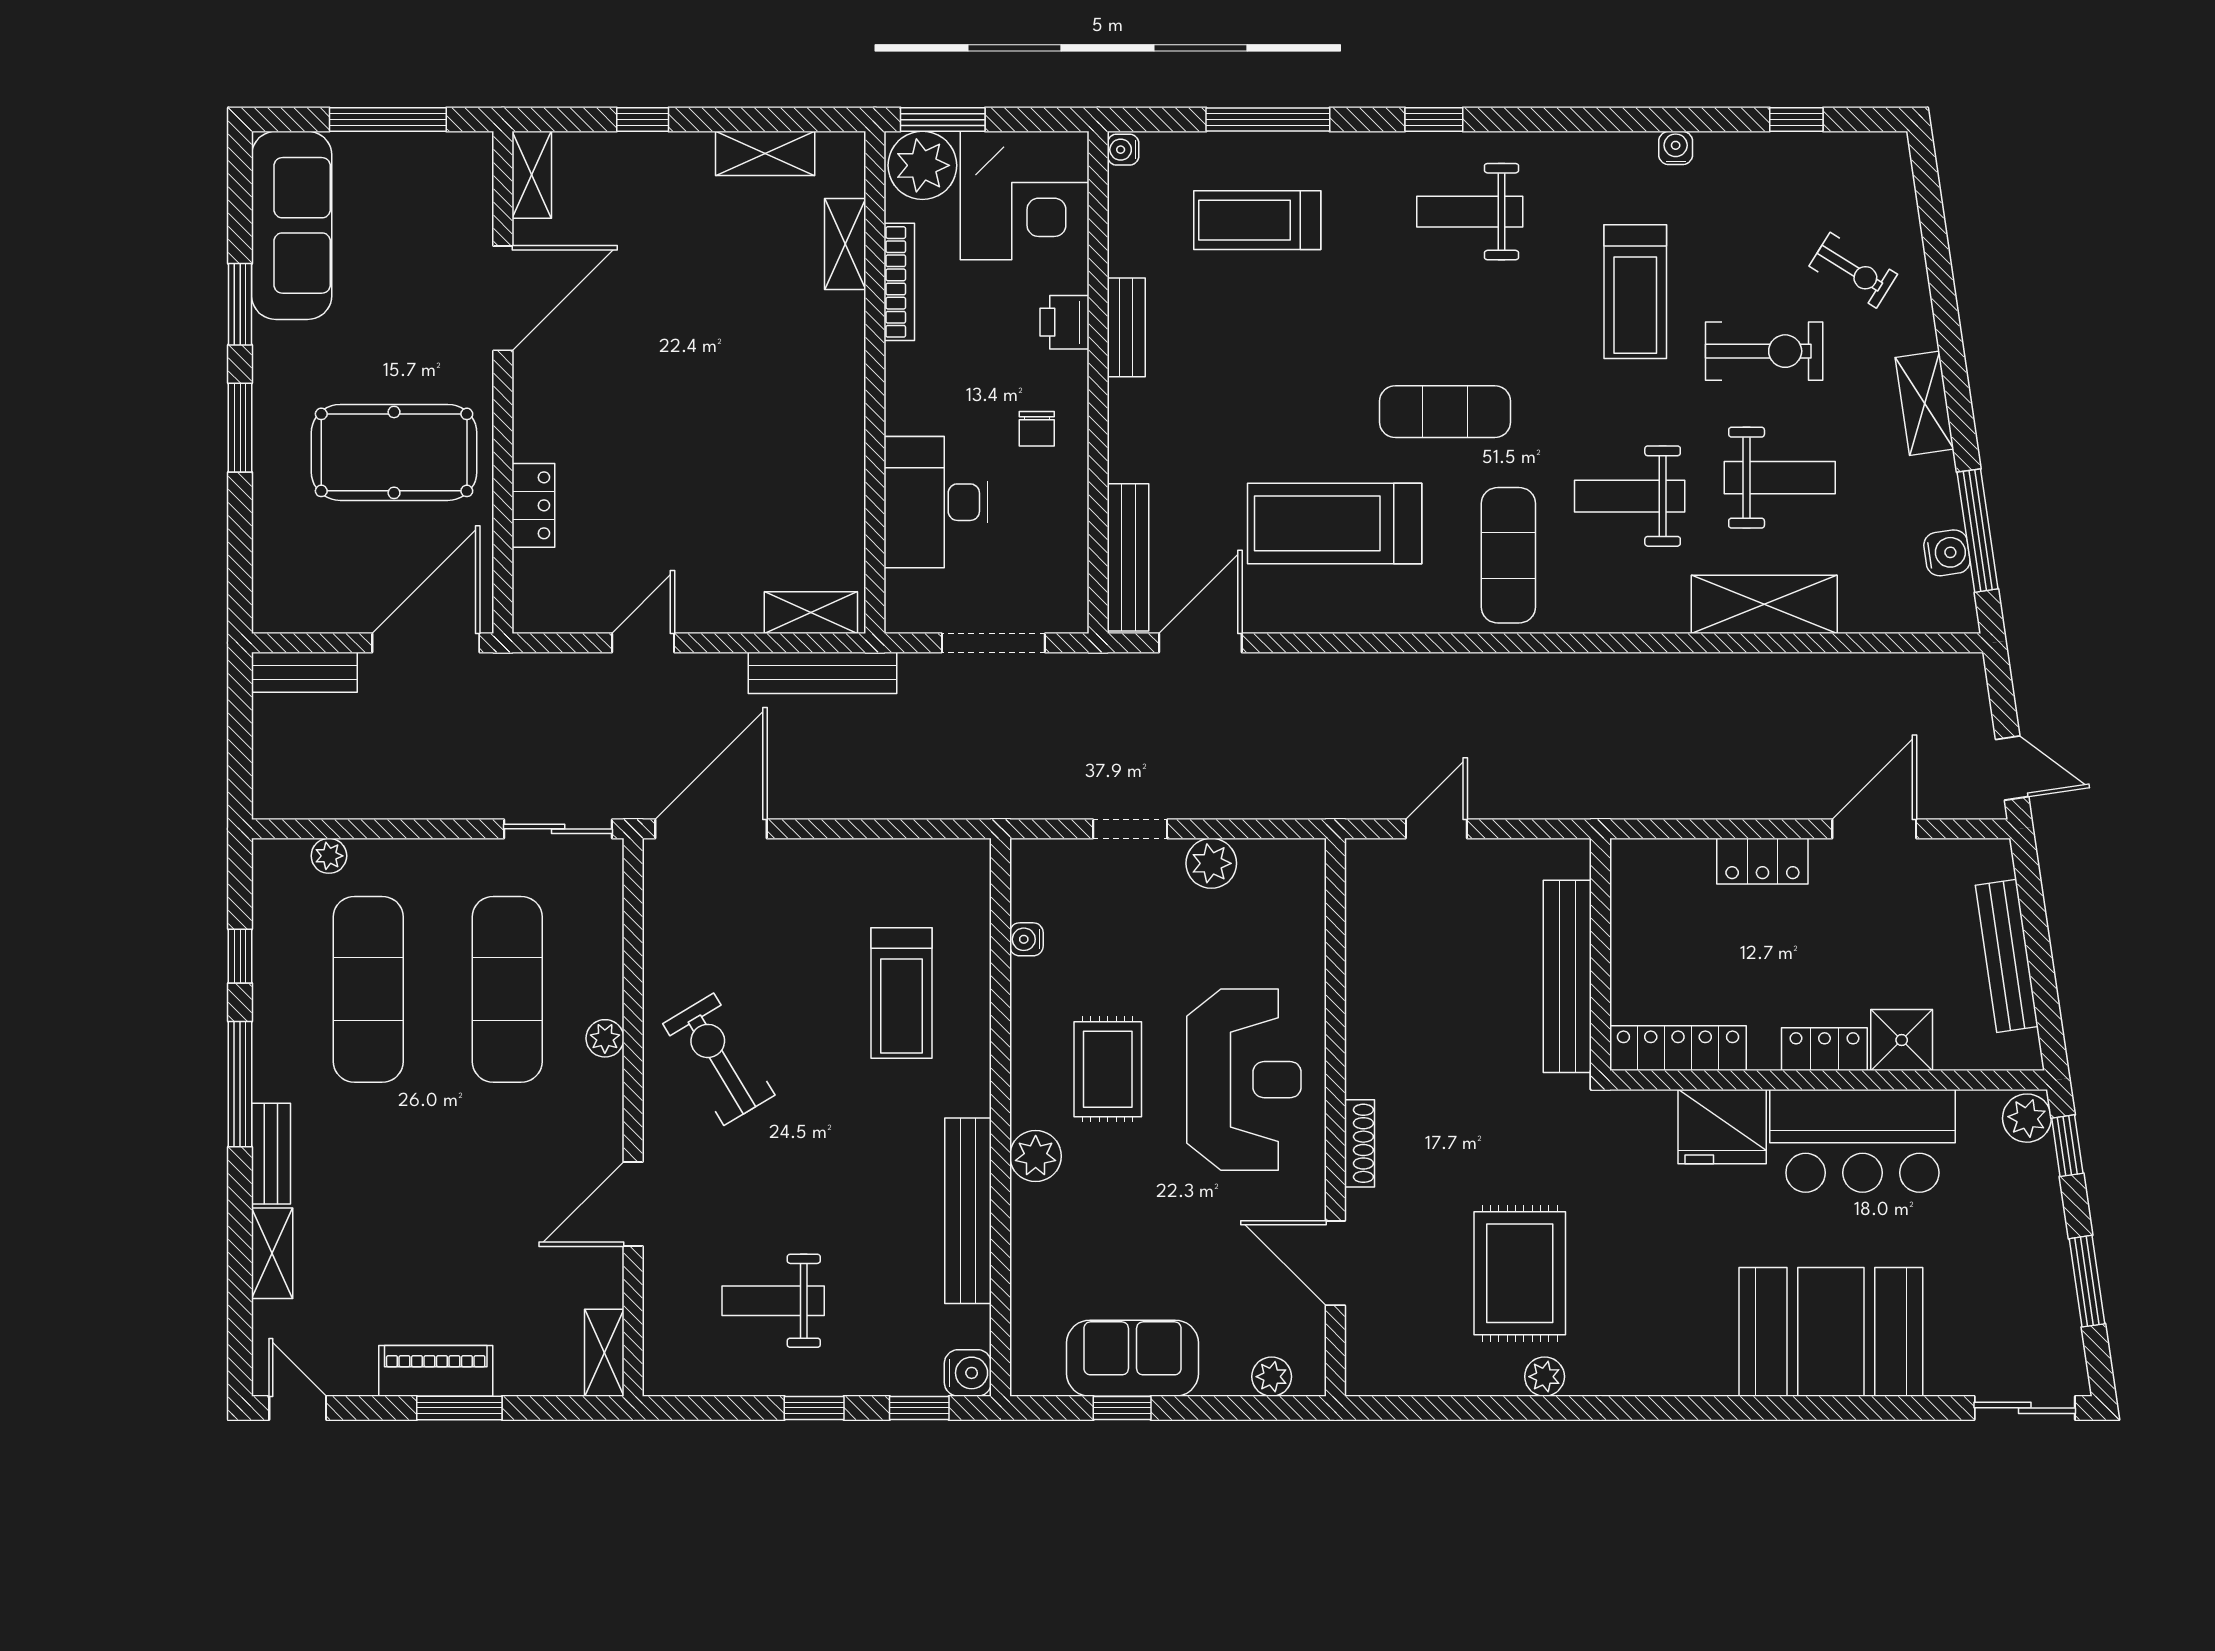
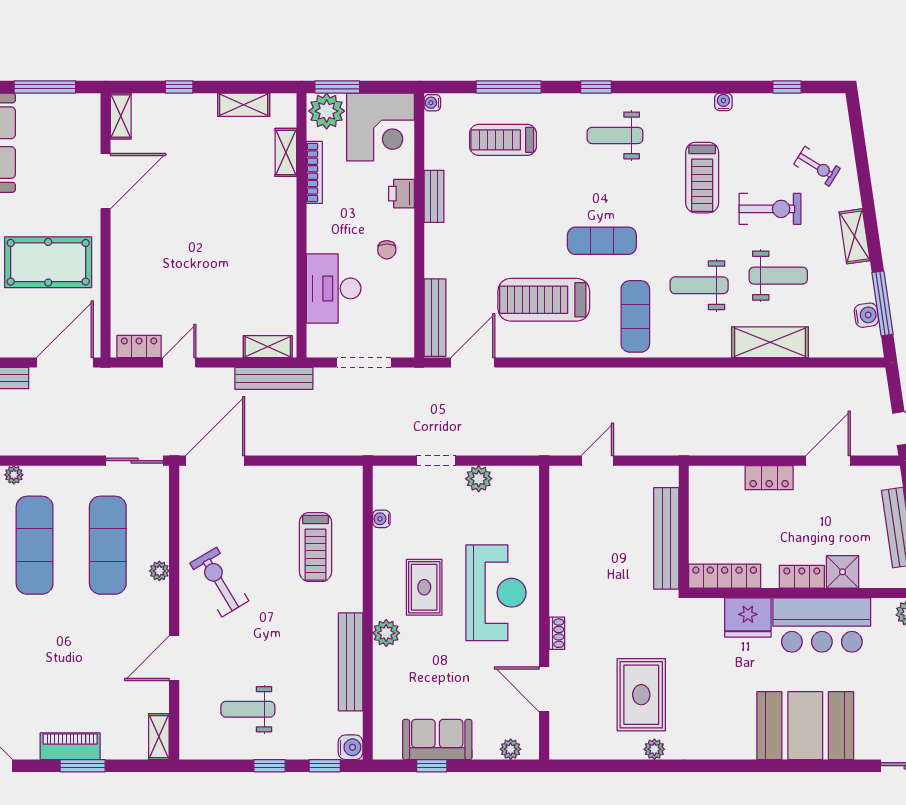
locker: (533, 505) -> (139, 347), moved, turned -90
shoe rack: (1360, 1143) -> (557, 633), width x0.70

